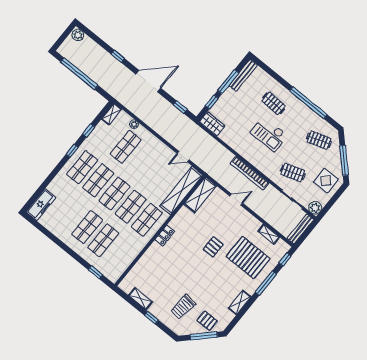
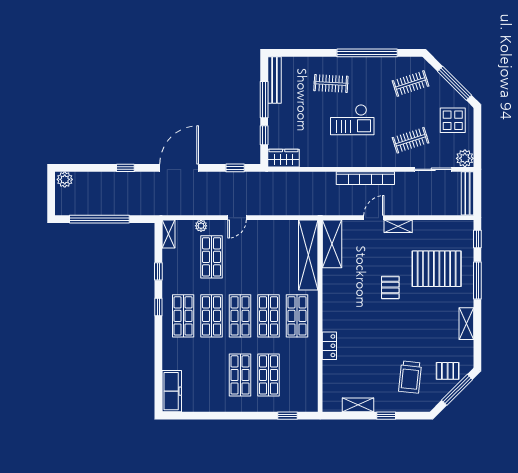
door: (183, 157) -> (237, 218), moved
shelving: (269, 234) -> (398, 226), moved
locker: (165, 236) -> (329, 346), moved

